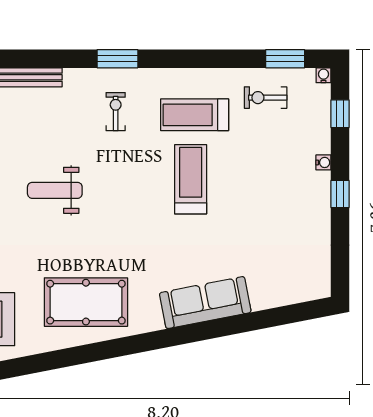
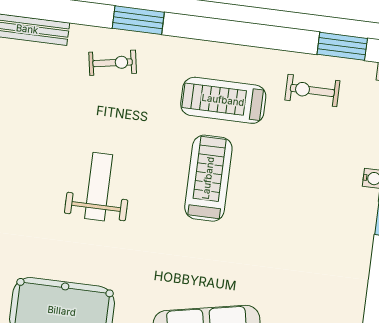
exercise bike: (116, 112) -> (113, 63), moved, turned 80
weight bench: (55, 190) -> (99, 187), moved, turned 90

